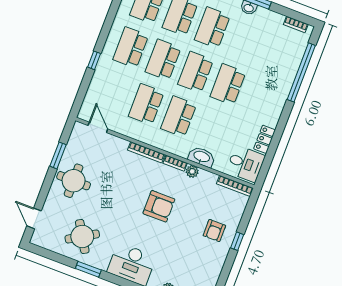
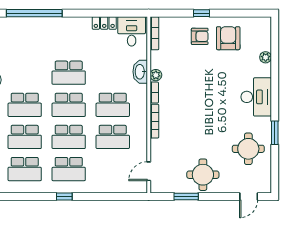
window: (94, 60) -> (64, 196), moved
armchair: (159, 206) -> (228, 38), moved
round table: (82, 236) -> (248, 149), turned 31

